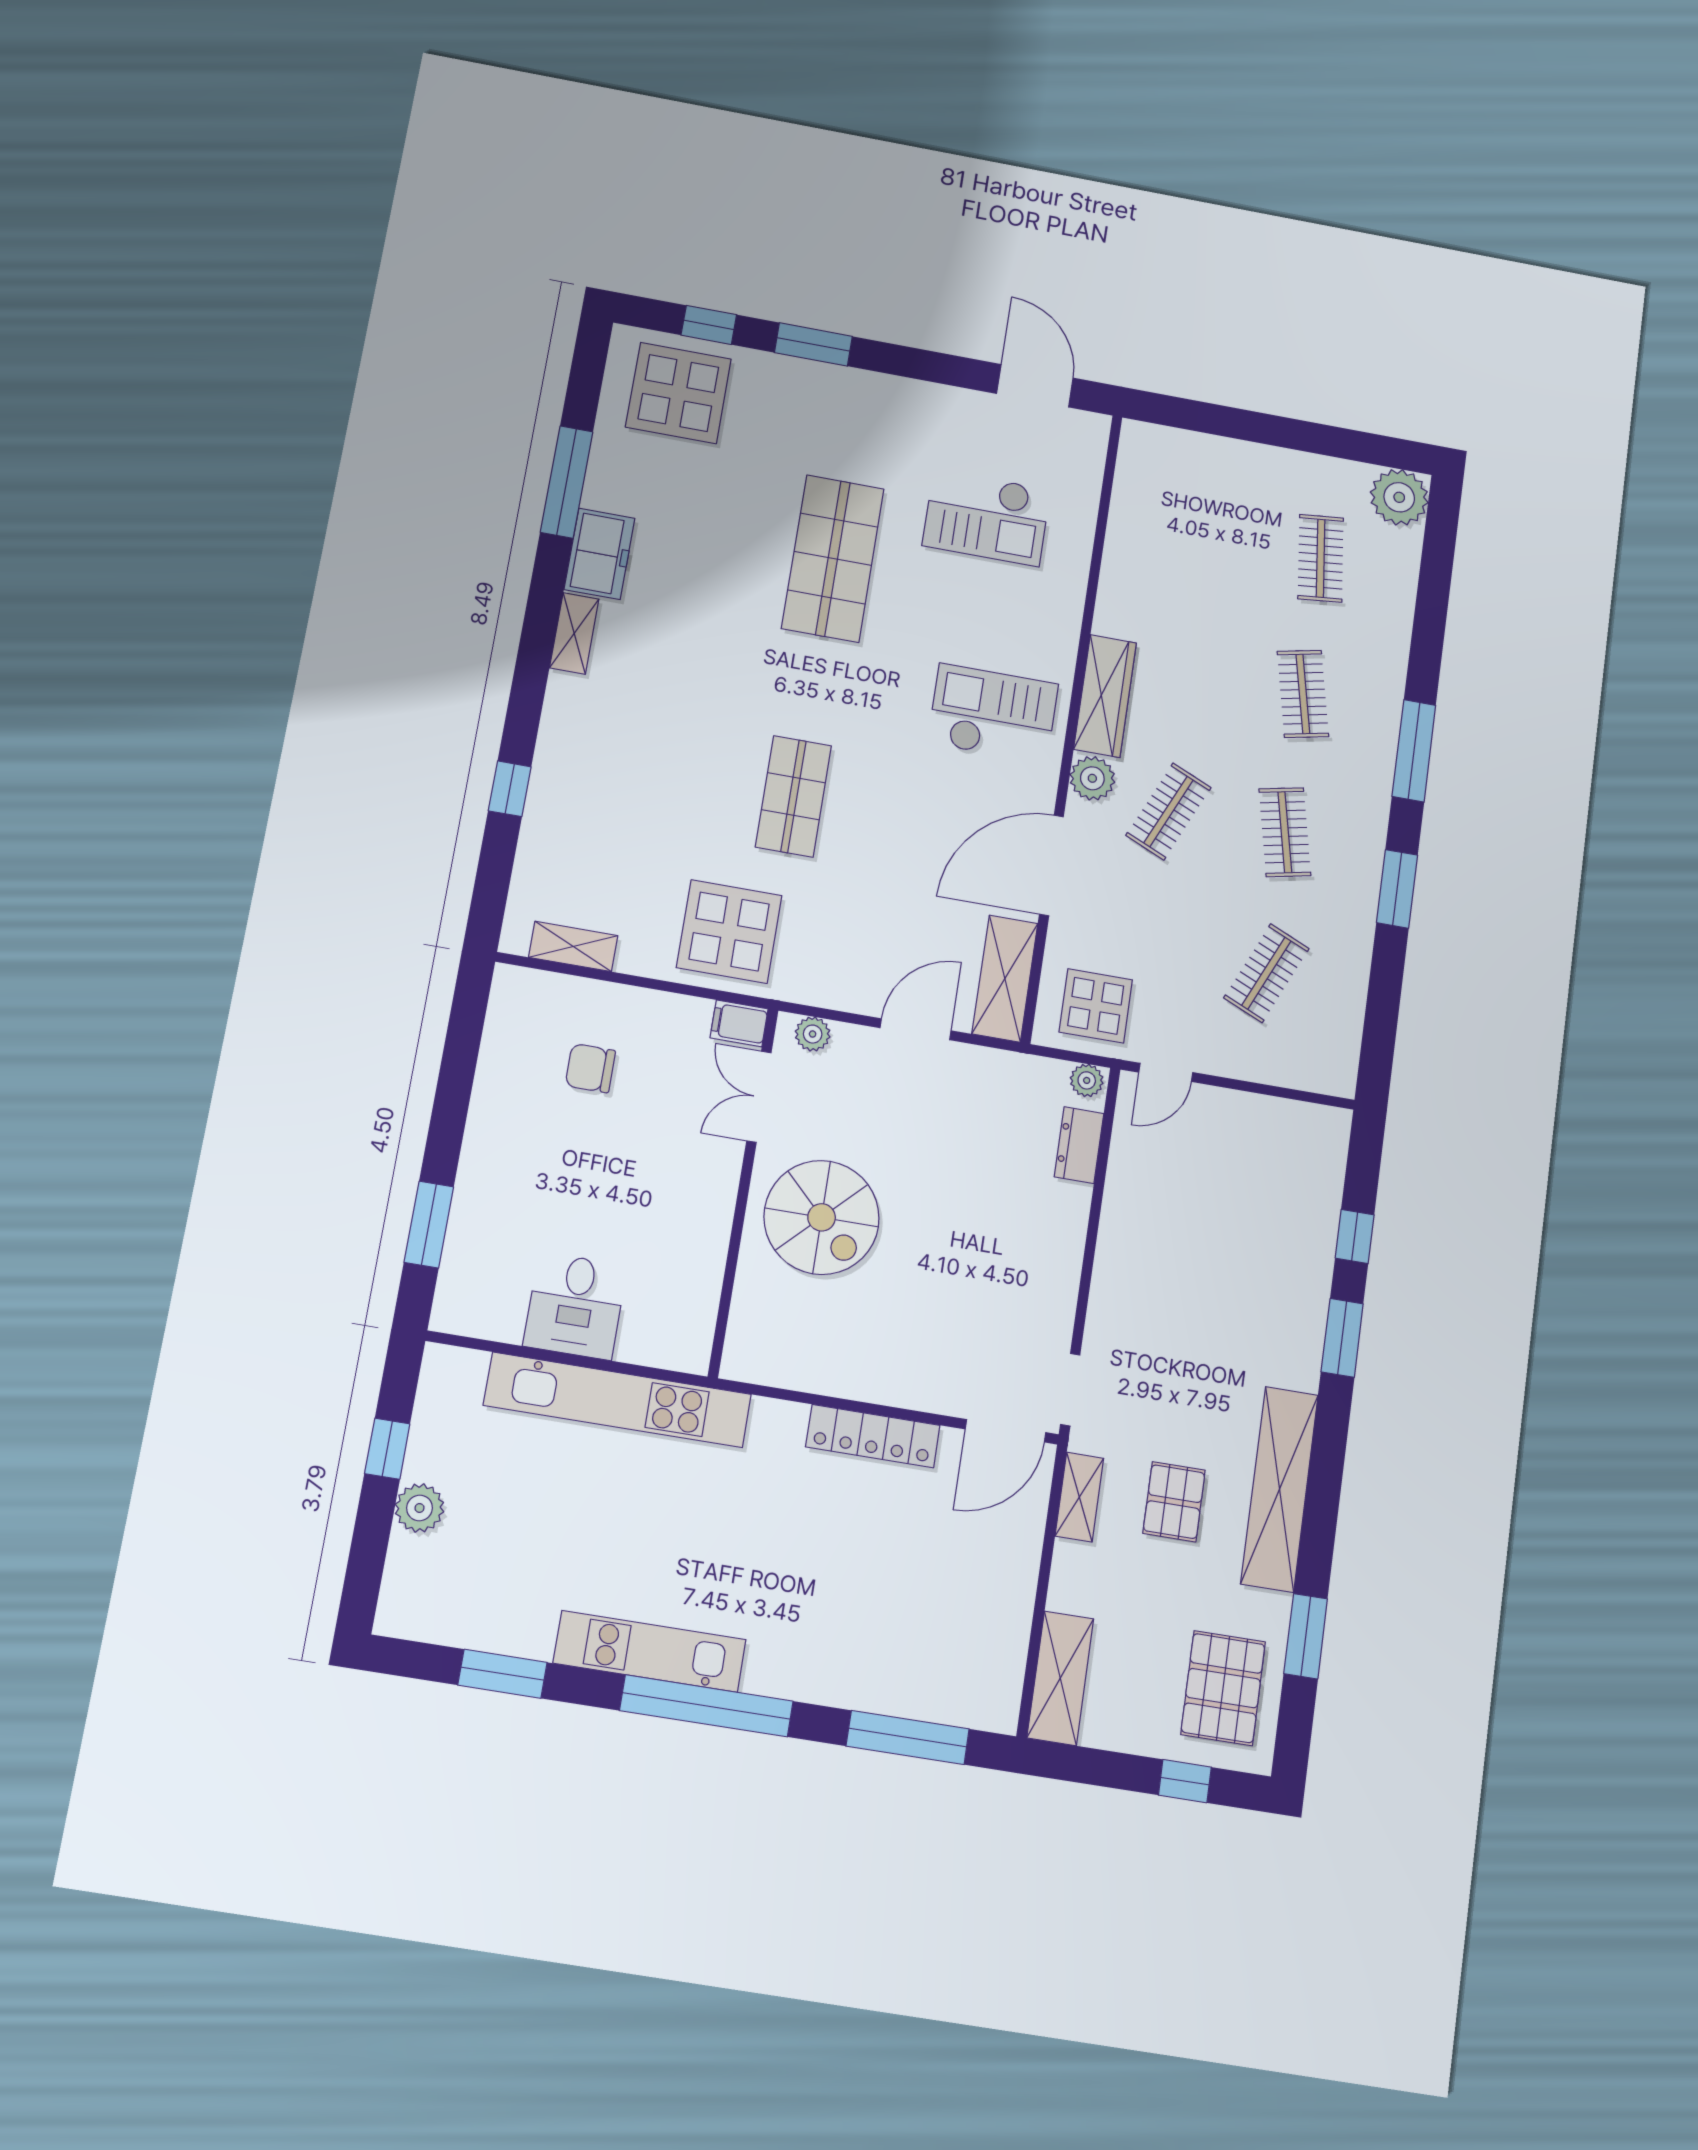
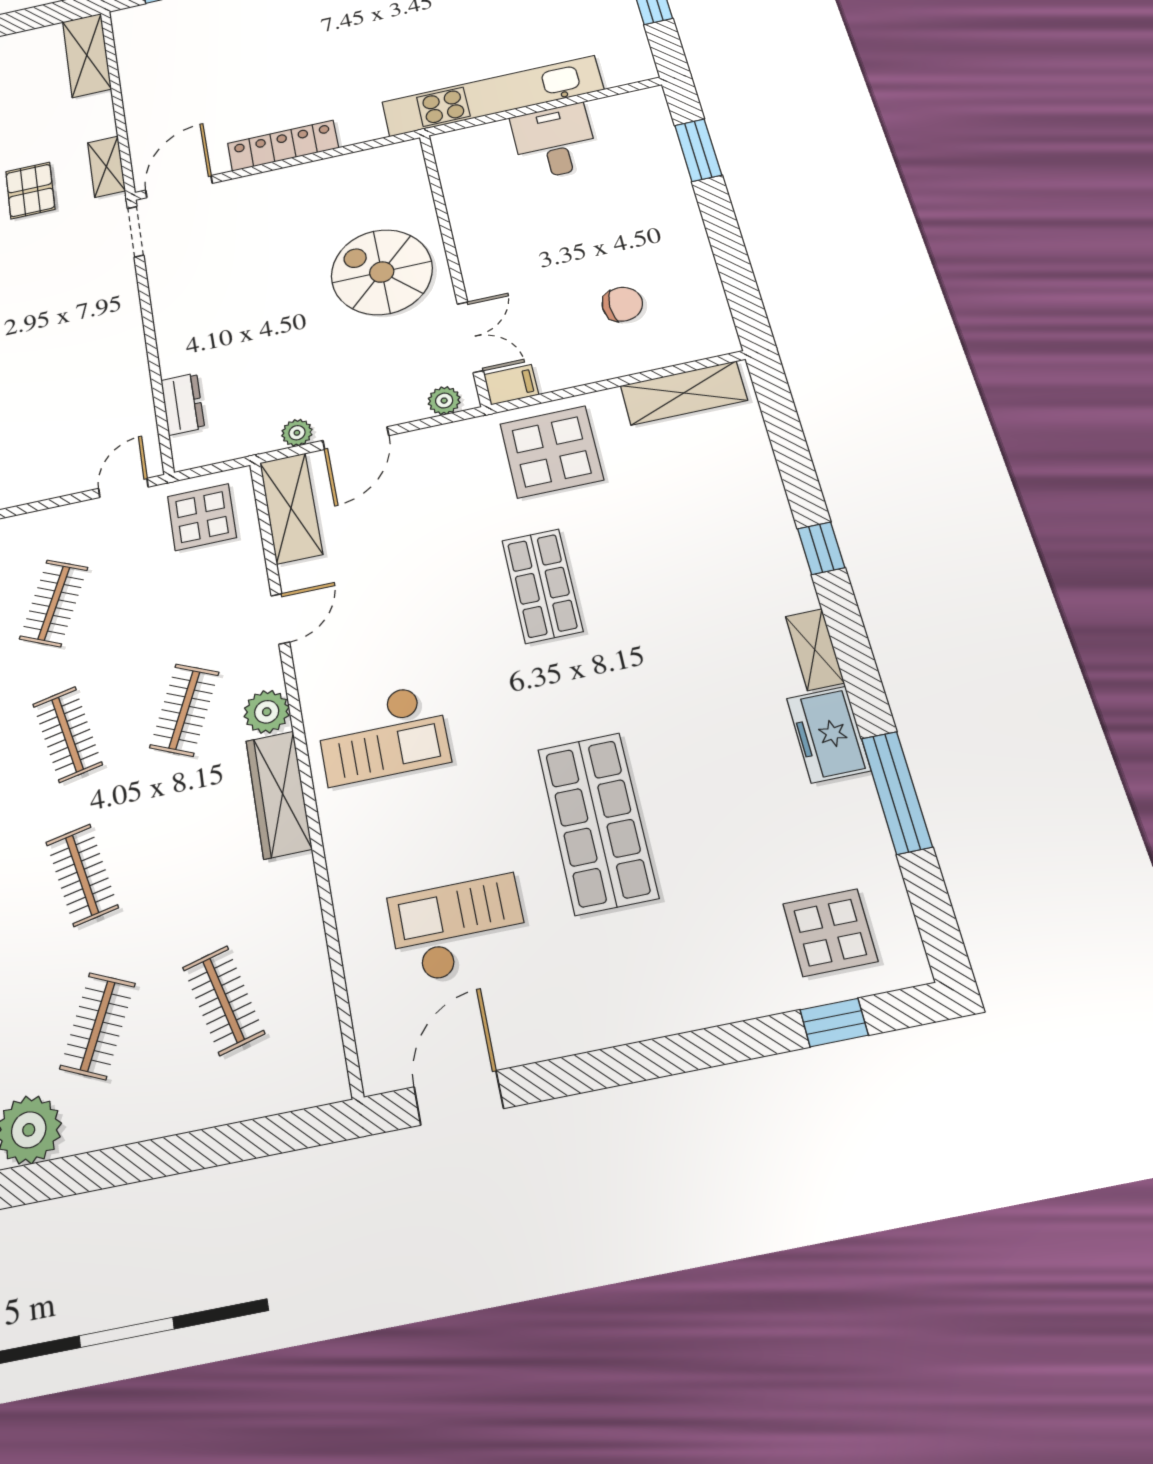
window: (813, 344) -> (714, 1047), removed
door: (1035, 386) -> (459, 1098), swing flipped
display table: (678, 393) -> (830, 933), width x0.73, depth x0.73
clothes rail: (1207, 537) -> (223, 1000), added
clothes rail: (1321, 558) -> (98, 1026), turned 30
window: (510, 789) -> (821, 548), moved
door: (1051, 865) -> (280, 619), width x0.53
shelving: (573, 946) -> (684, 393), width x1.50, depth x1.33
plant: (1087, 1080) -> (297, 433), moved

